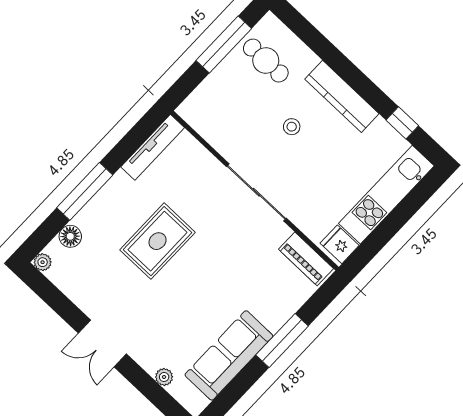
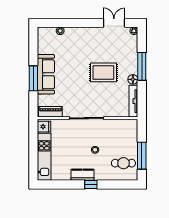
kitchen counter: (342, 96) -> (82, 175), width x0.67
window: (402, 123) -> (91, 185), moved
floor lamp: (70, 236) -> (133, 79), moved
rug: (158, 241) -> (103, 72), turned 90
double door: (102, 344) -> (114, 23), moved
sofa: (229, 355) -> (46, 74), moved

